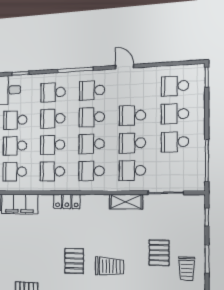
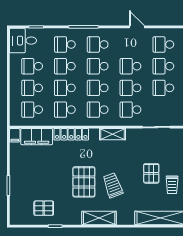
door: (125, 67) -> (137, 27), moved
locker: (67, 201) -> (71, 134), width x1.53
shelving: (126, 202) -> (113, 134), moved
pallet: (74, 261) -> (84, 182), width x1.50, depth x1.42
trolley: (110, 266) -> (113, 185), turned -110

